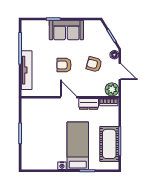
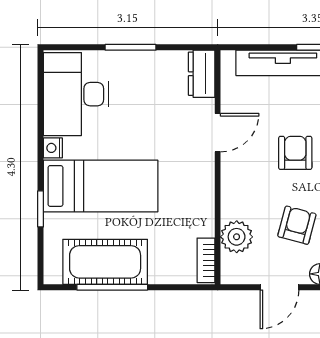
plant: (112, 89) -> (237, 237), moved
door: (68, 97) -> (218, 133), moved
dresser: (89, 104) -> (202, 74), moved
desk: (40, 156) -> (76, 94), added

